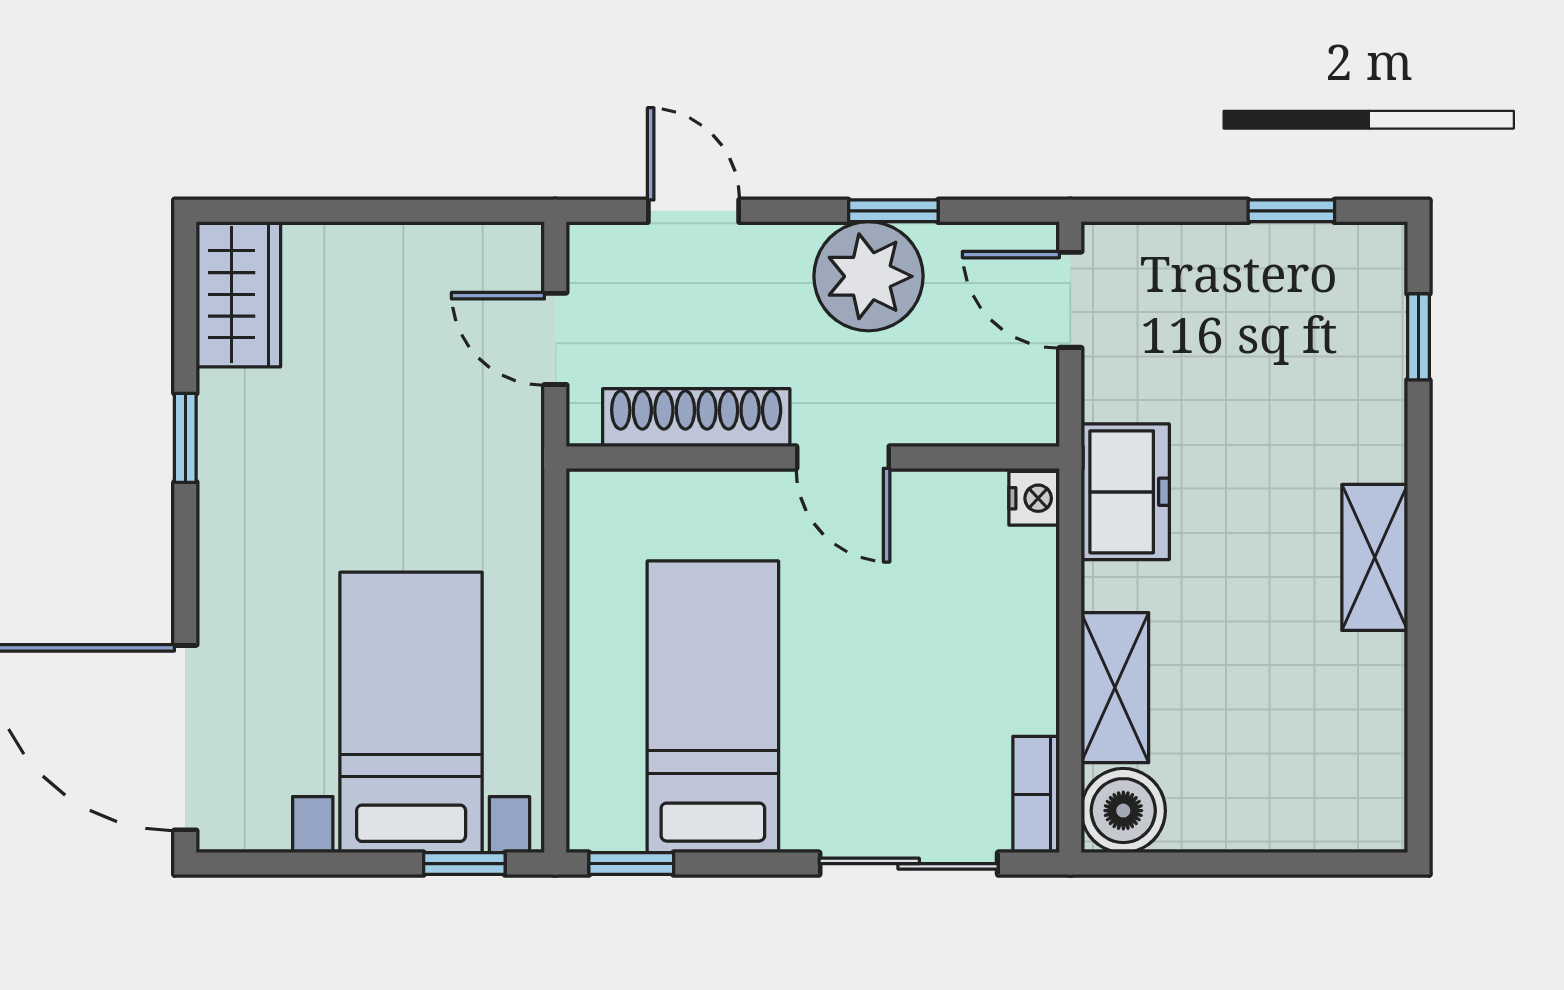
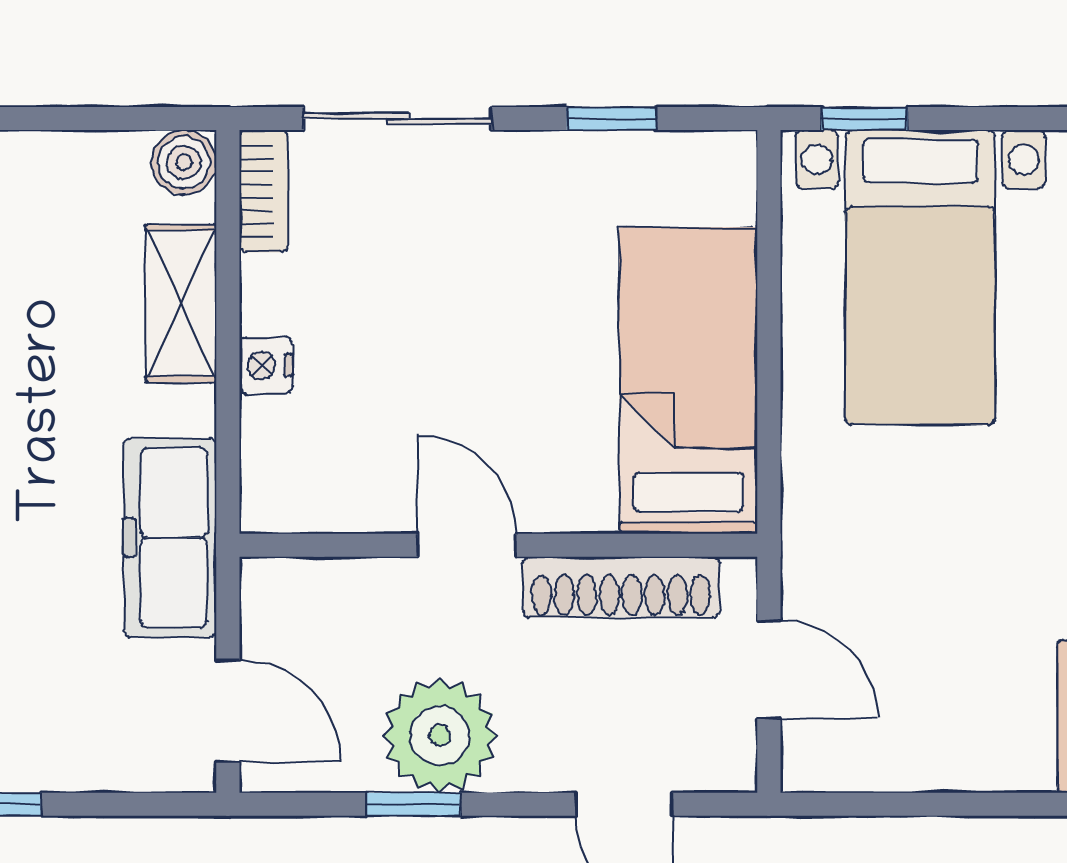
freezer: (1125, 492) -> (170, 538), width x1.40
nightstand: (1034, 498) -> (266, 365), moved
bed: (713, 707) -> (688, 381), moved, turned 180
boiler: (1123, 811) -> (184, 162), width x0.73, depth x0.73
window: (631, 864) -> (611, 119), moved

